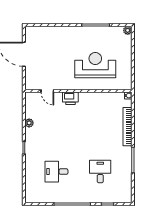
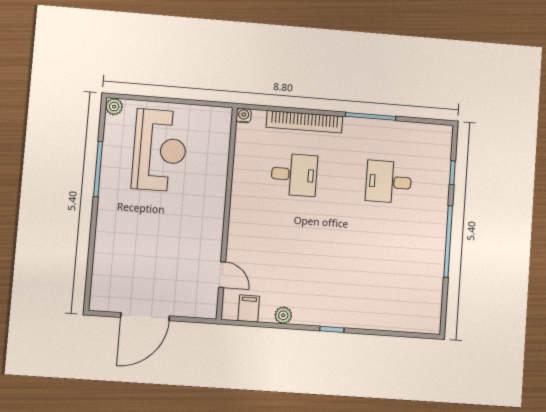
reception desk: (95, 65) -> (160, 150), moved, turned 180
door: (47, 91) -> (222, 275), hinge flipped
printer: (70, 98) -> (240, 230), removed
filing cabinet: (31, 105) -> (249, 308), added
desk: (56, 172) -> (294, 175), moved, turned -90

